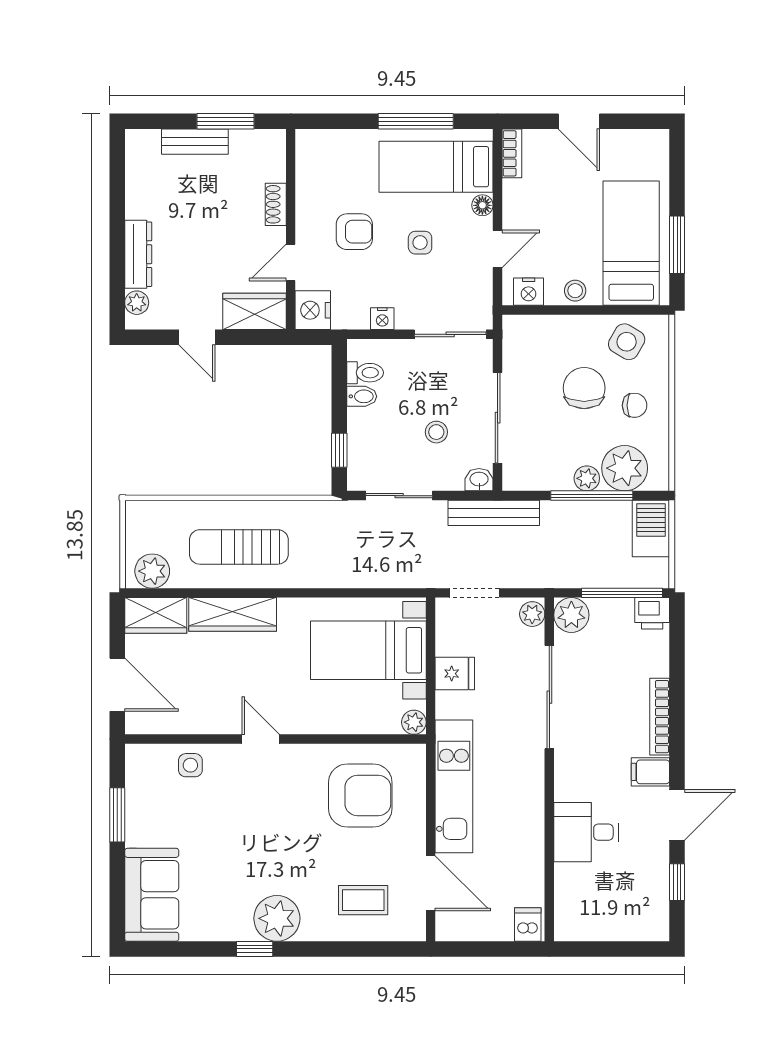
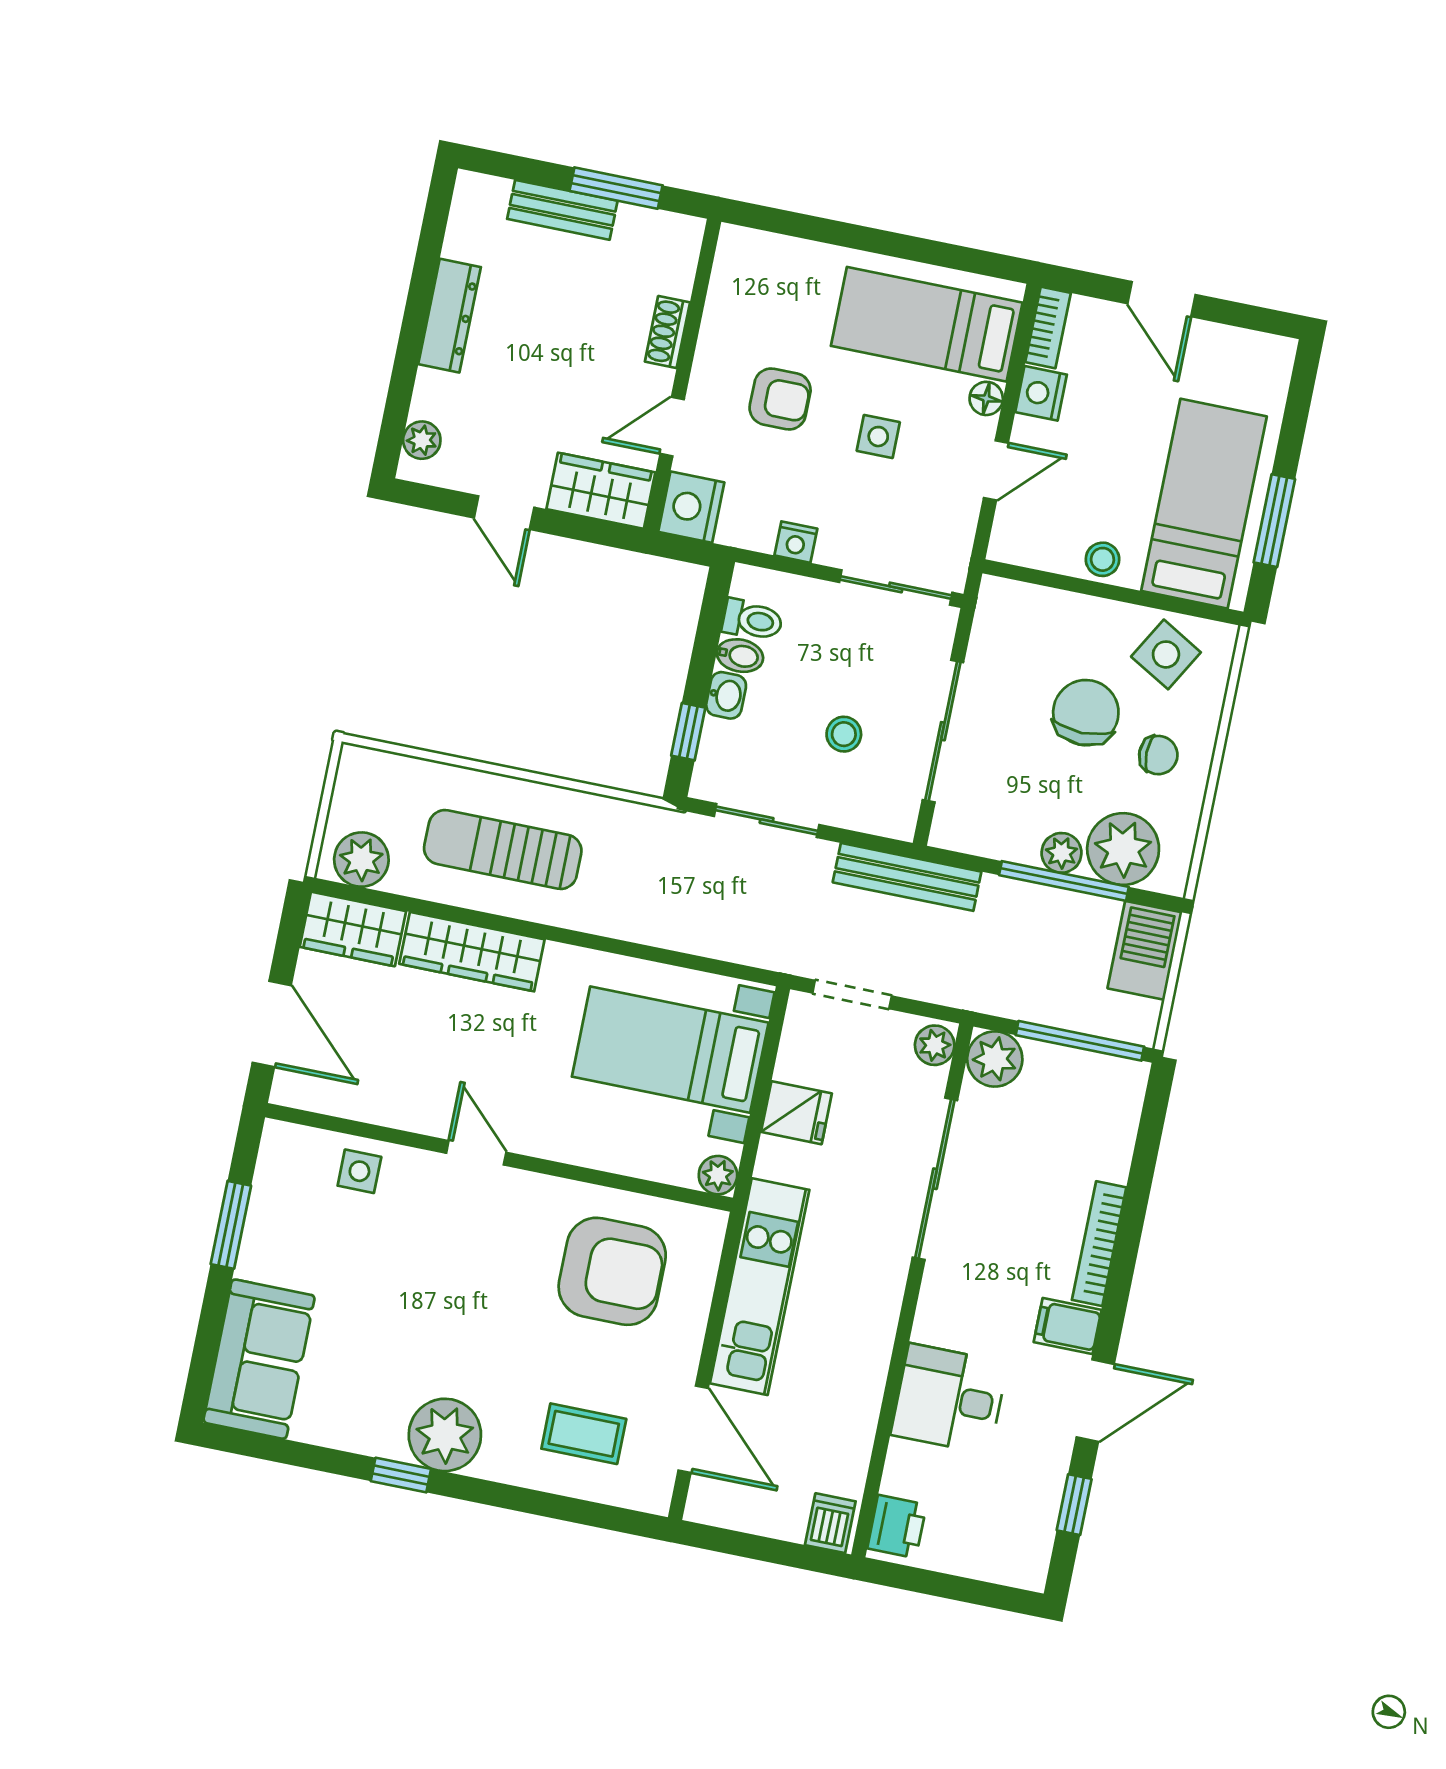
window: (416, 121) -> (909, 248), removed
dresser: (138, 254) -> (450, 316), moved
nightstand: (529, 292) -> (1041, 393), moved, turned 90
washbasin: (479, 480) -> (726, 695), moved, turned 90
printer: (652, 613) -> (897, 1526), moved, turned -90

